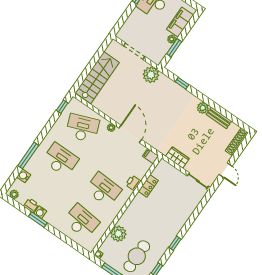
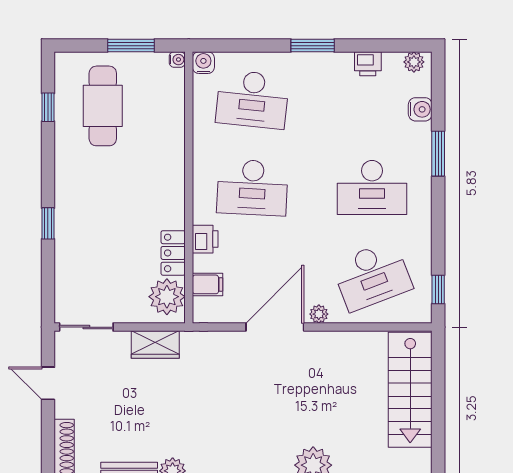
door: (130, 134) -> (275, 327), swing flipped
window: (28, 155) -> (438, 154), width x0.69
filing cabinet: (151, 156) -> (208, 284), moved
water cooler: (40, 212) -> (203, 63), moved
window: (38, 220) -> (313, 46), moved
plant: (118, 234) -> (167, 297), moved
window: (175, 243) -> (48, 223), moved

